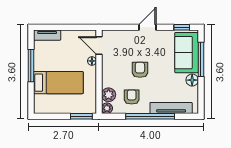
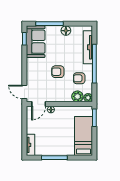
door: (148, 27) -> (24, 92), moved
sofa: (187, 53) -> (36, 42), moved, turned -90
bed: (58, 83) -> (84, 136), moved

